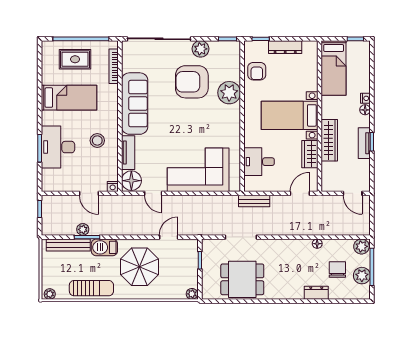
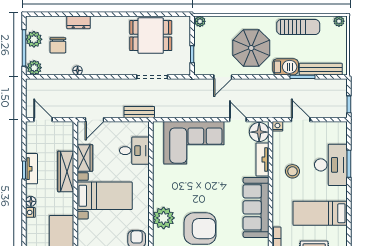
plant: (83, 229) -> (307, 84), removed
sun lounger: (91, 288) -> (298, 27), turned 180

